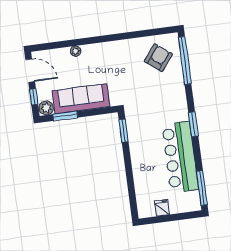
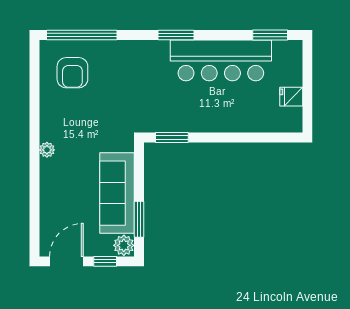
plant: (76, 51) -> (47, 150), moved
armchair: (158, 58) -> (72, 73), turned -128
window: (202, 188) -> (270, 35), width x0.69

